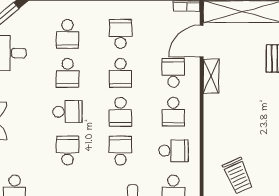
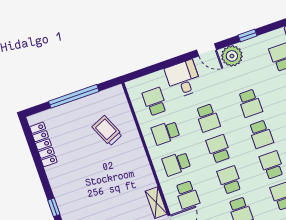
school desk: (67, 112) -> (261, 134), turned -90
school desk: (173, 112) -> (176, 164), turned -90

